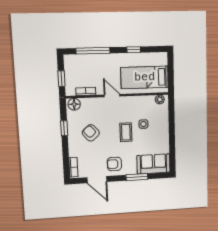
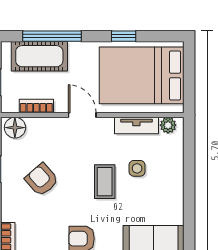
cot: (86, 63) -> (39, 56), added
bed: (145, 77) -> (142, 75), width x1.50
tv unit: (142, 100) -> (136, 125), added

